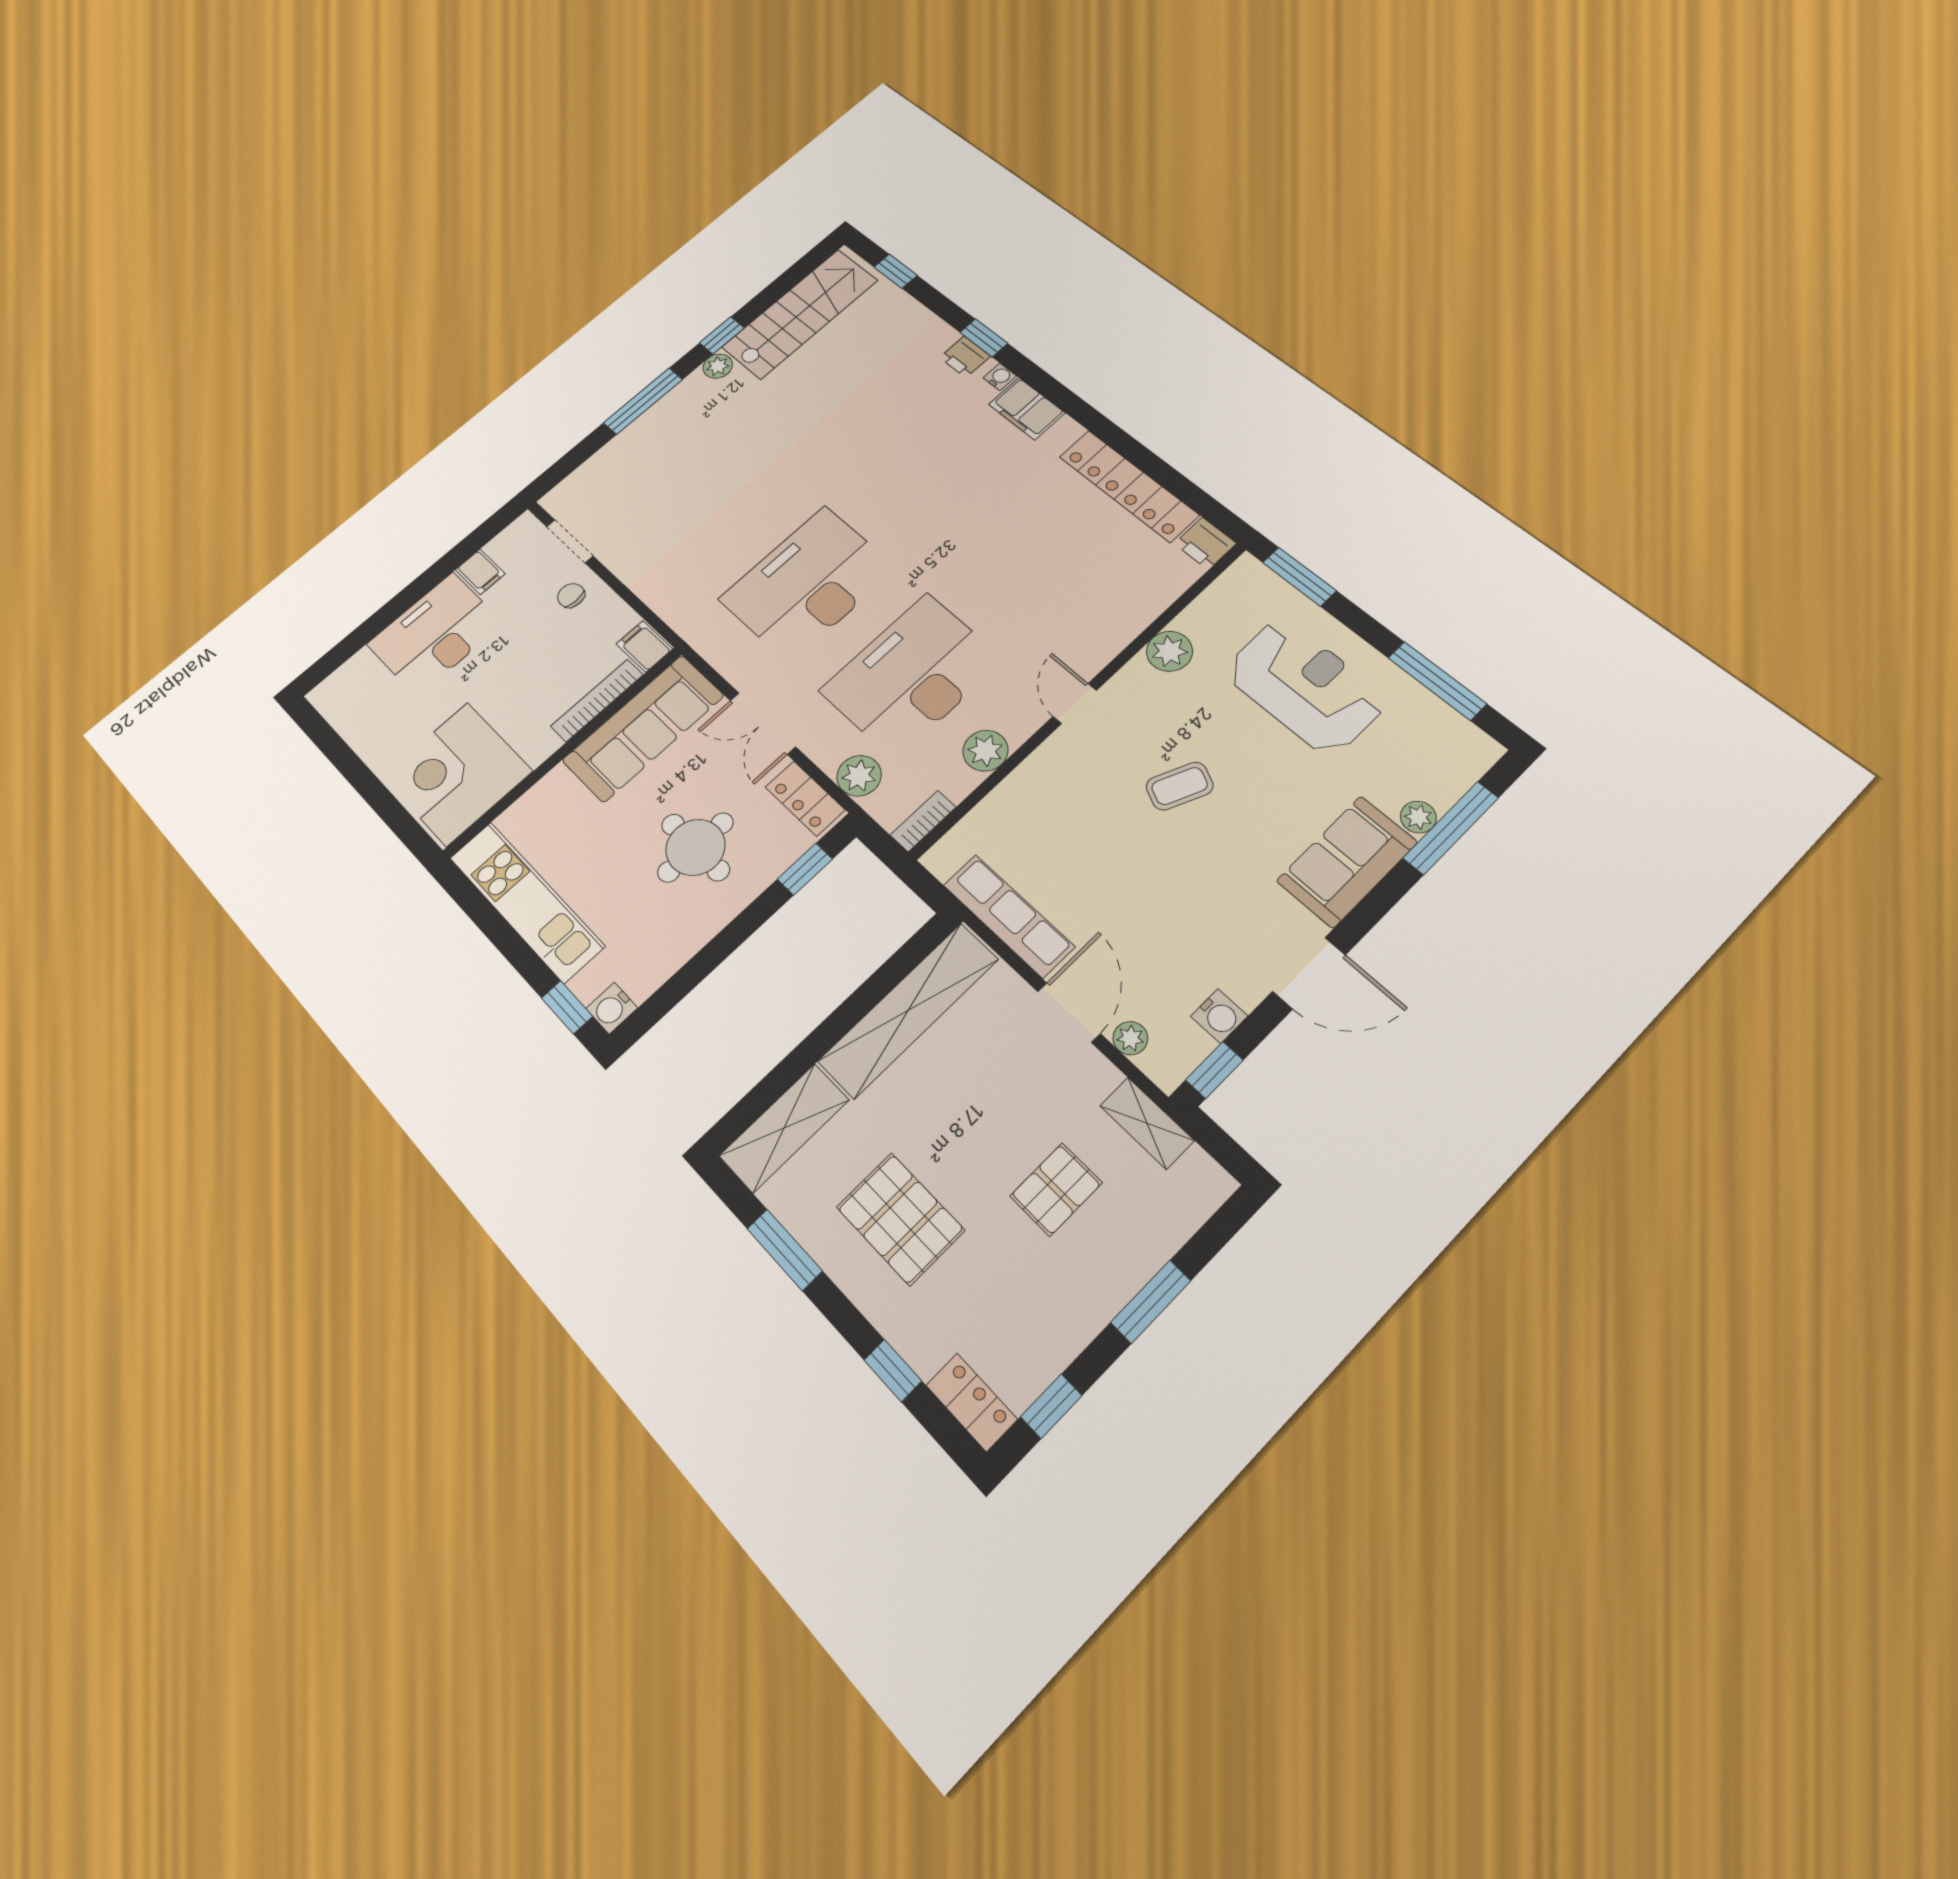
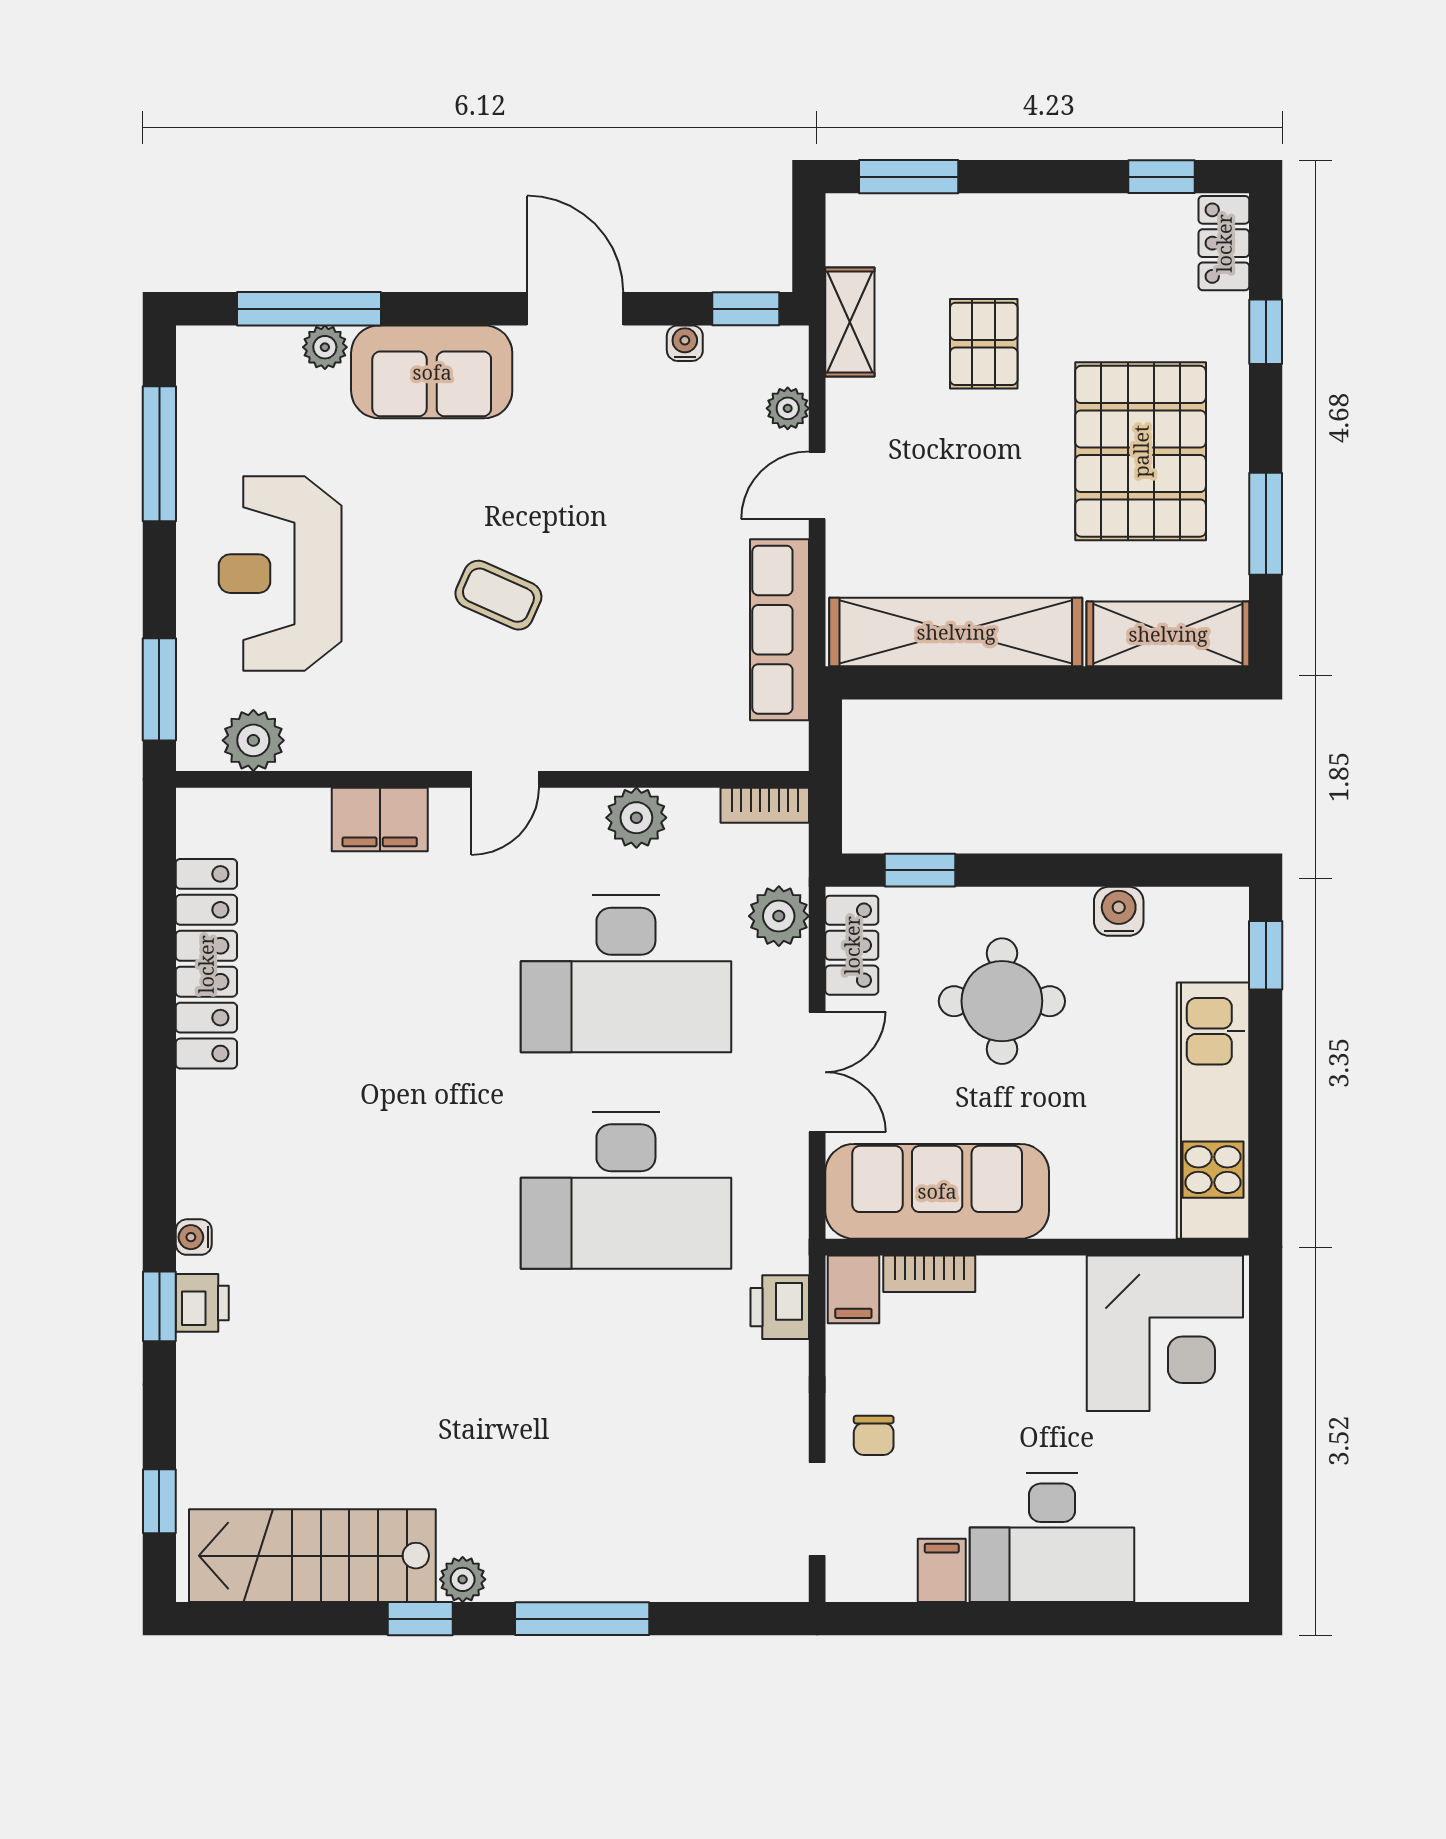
filing cabinet: (1027, 409) -> (380, 819), moved, turned 90
printer: (1205, 543) -> (780, 1307), moved, turned 180
plant: (1169, 651) -> (253, 740), moved
bookcase: (597, 700) -> (929, 1274), width x0.64
water cooler: (612, 1008) -> (1119, 911), moved, turned -90
door: (1069, 1012) -> (817, 485), width x0.73
water cooler: (1219, 1016) -> (685, 343), width x0.72, depth x0.72
pallet: (1056, 1189) -> (984, 344), turned 90
pallet: (900, 1219) -> (1141, 451), width x1.37, depth x1.41
window: (1151, 1302) -> (909, 177), moved

